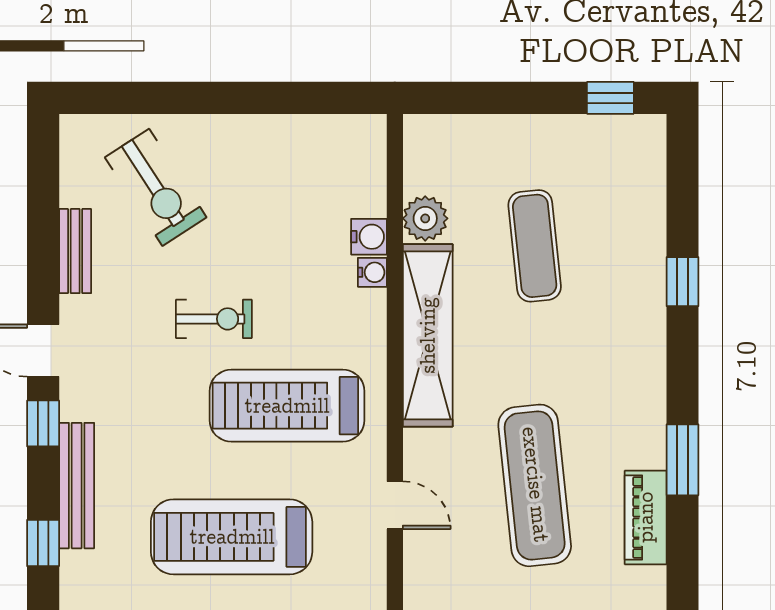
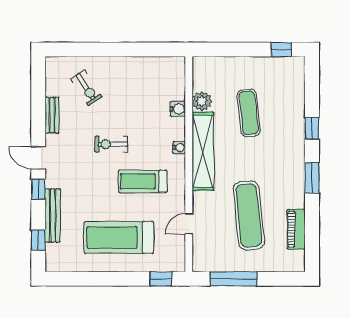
exercise bike: (156, 187) -> (86, 88), width x0.73, depth x0.72
water cooler: (372, 272) -> (179, 147), moved
exercise bike: (214, 319) -> (111, 144), turned 180
treadmill: (287, 406) -> (143, 181), width x0.73, depth x0.73
window: (683, 460) -> (312, 178), moved
door: (395, 505) -> (189, 224), swing flipped

